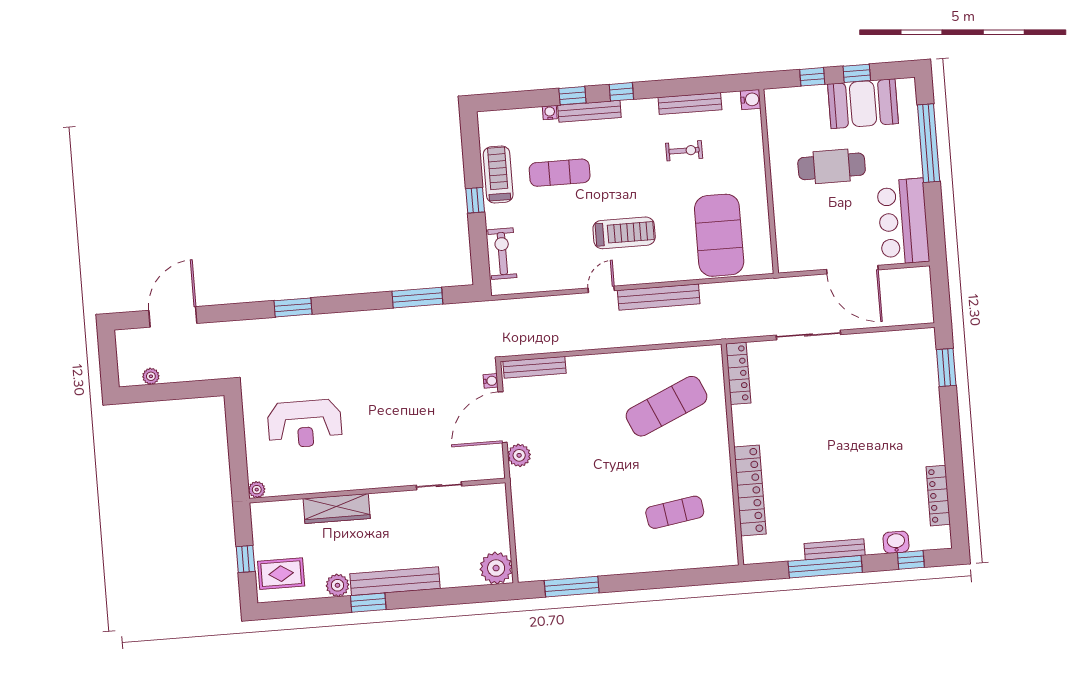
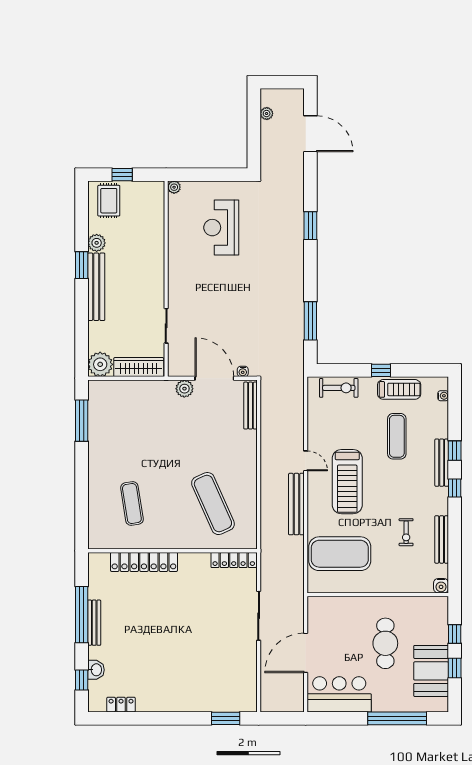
water cooler: (550, 113) -> (443, 396), moved
treadmill: (624, 233) -> (347, 482), width x1.37, depth x1.37
locker: (938, 496) -> (121, 705), width x0.66
wardrobe: (337, 508) -> (139, 367), moved, turned 90

